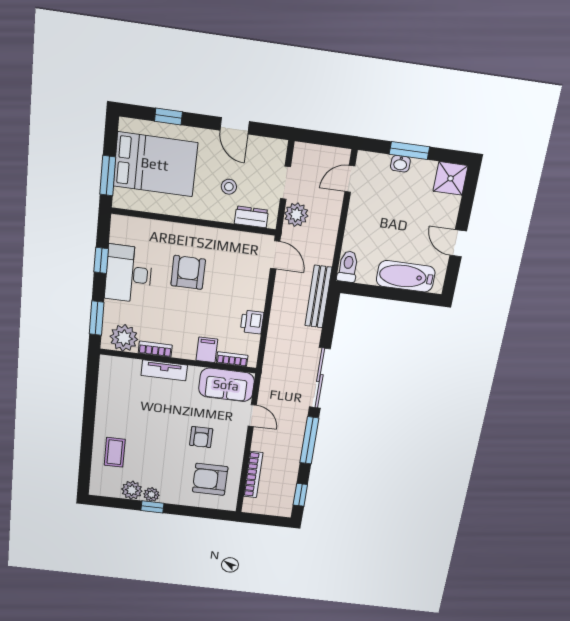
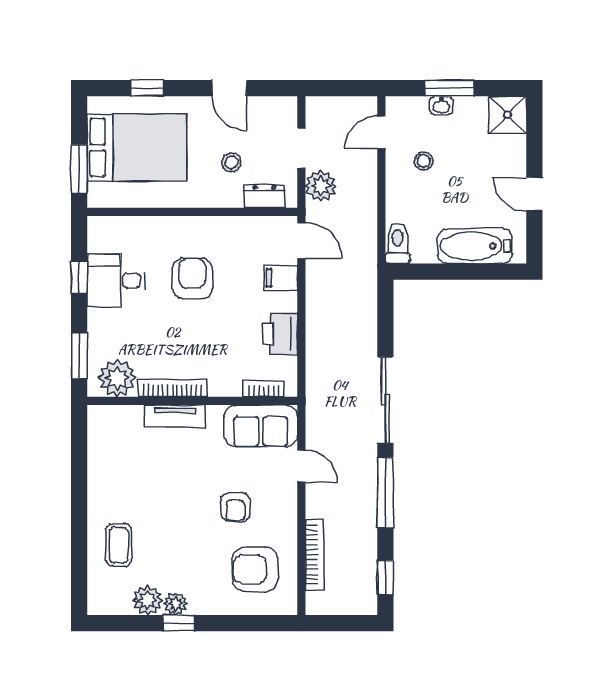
stool: (379, 206) -> (424, 161), added
desk: (129, 274) -> (116, 281), width x0.73
bench: (318, 297) -> (366, 288), removed
printer: (252, 322) -> (280, 334), width x1.36, depth x1.24
bookcase: (155, 349) -> (172, 388), width x1.56
filing cabinet: (207, 350) -> (281, 278), moved, turned -90

